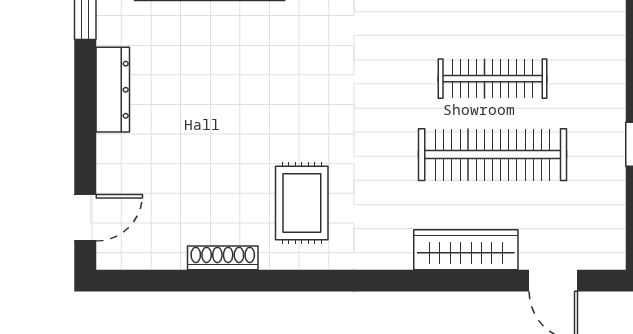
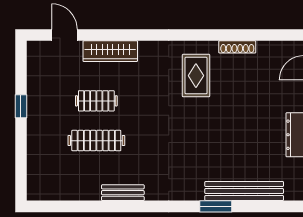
clothes rail: (493, 155) -> (96, 101), width x0.54, depth x0.76

